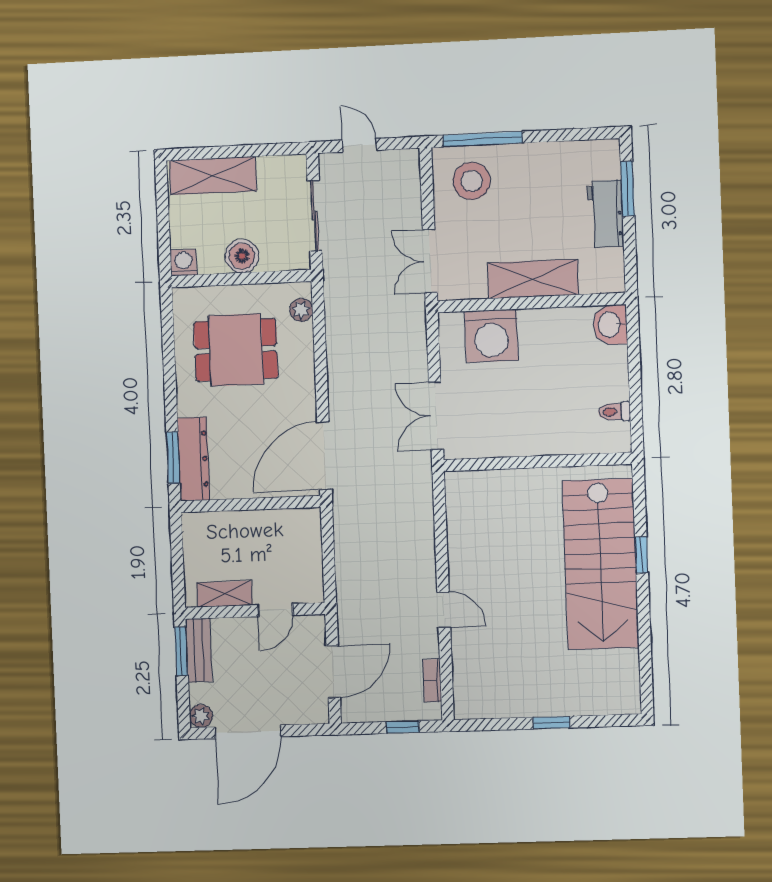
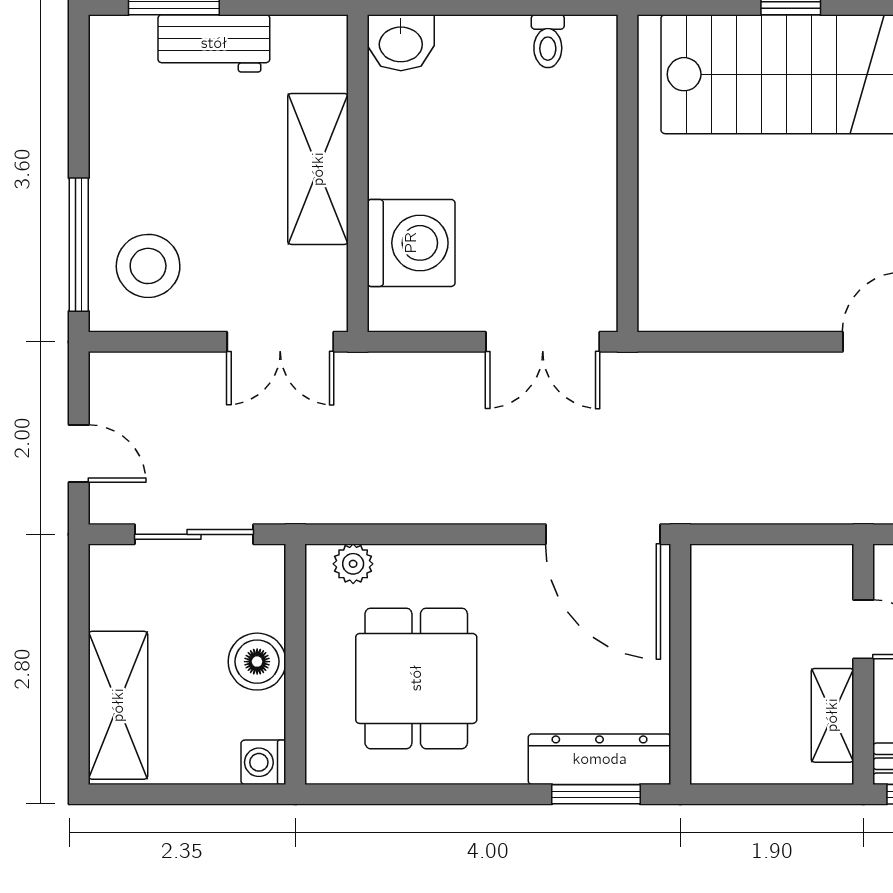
door: (359, 145) -> (79, 453), swing flipped

